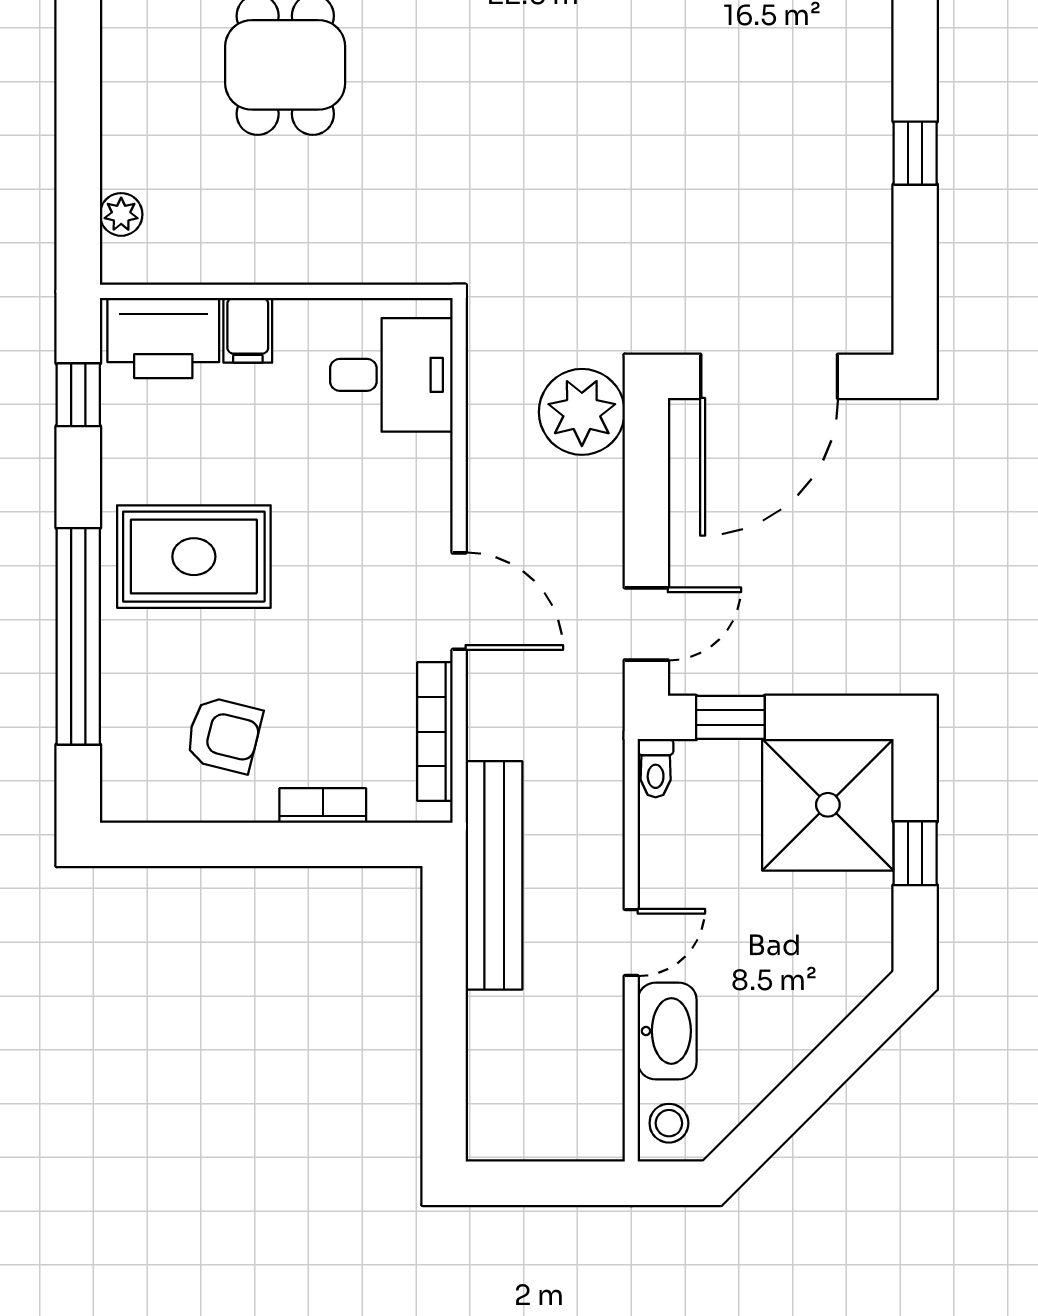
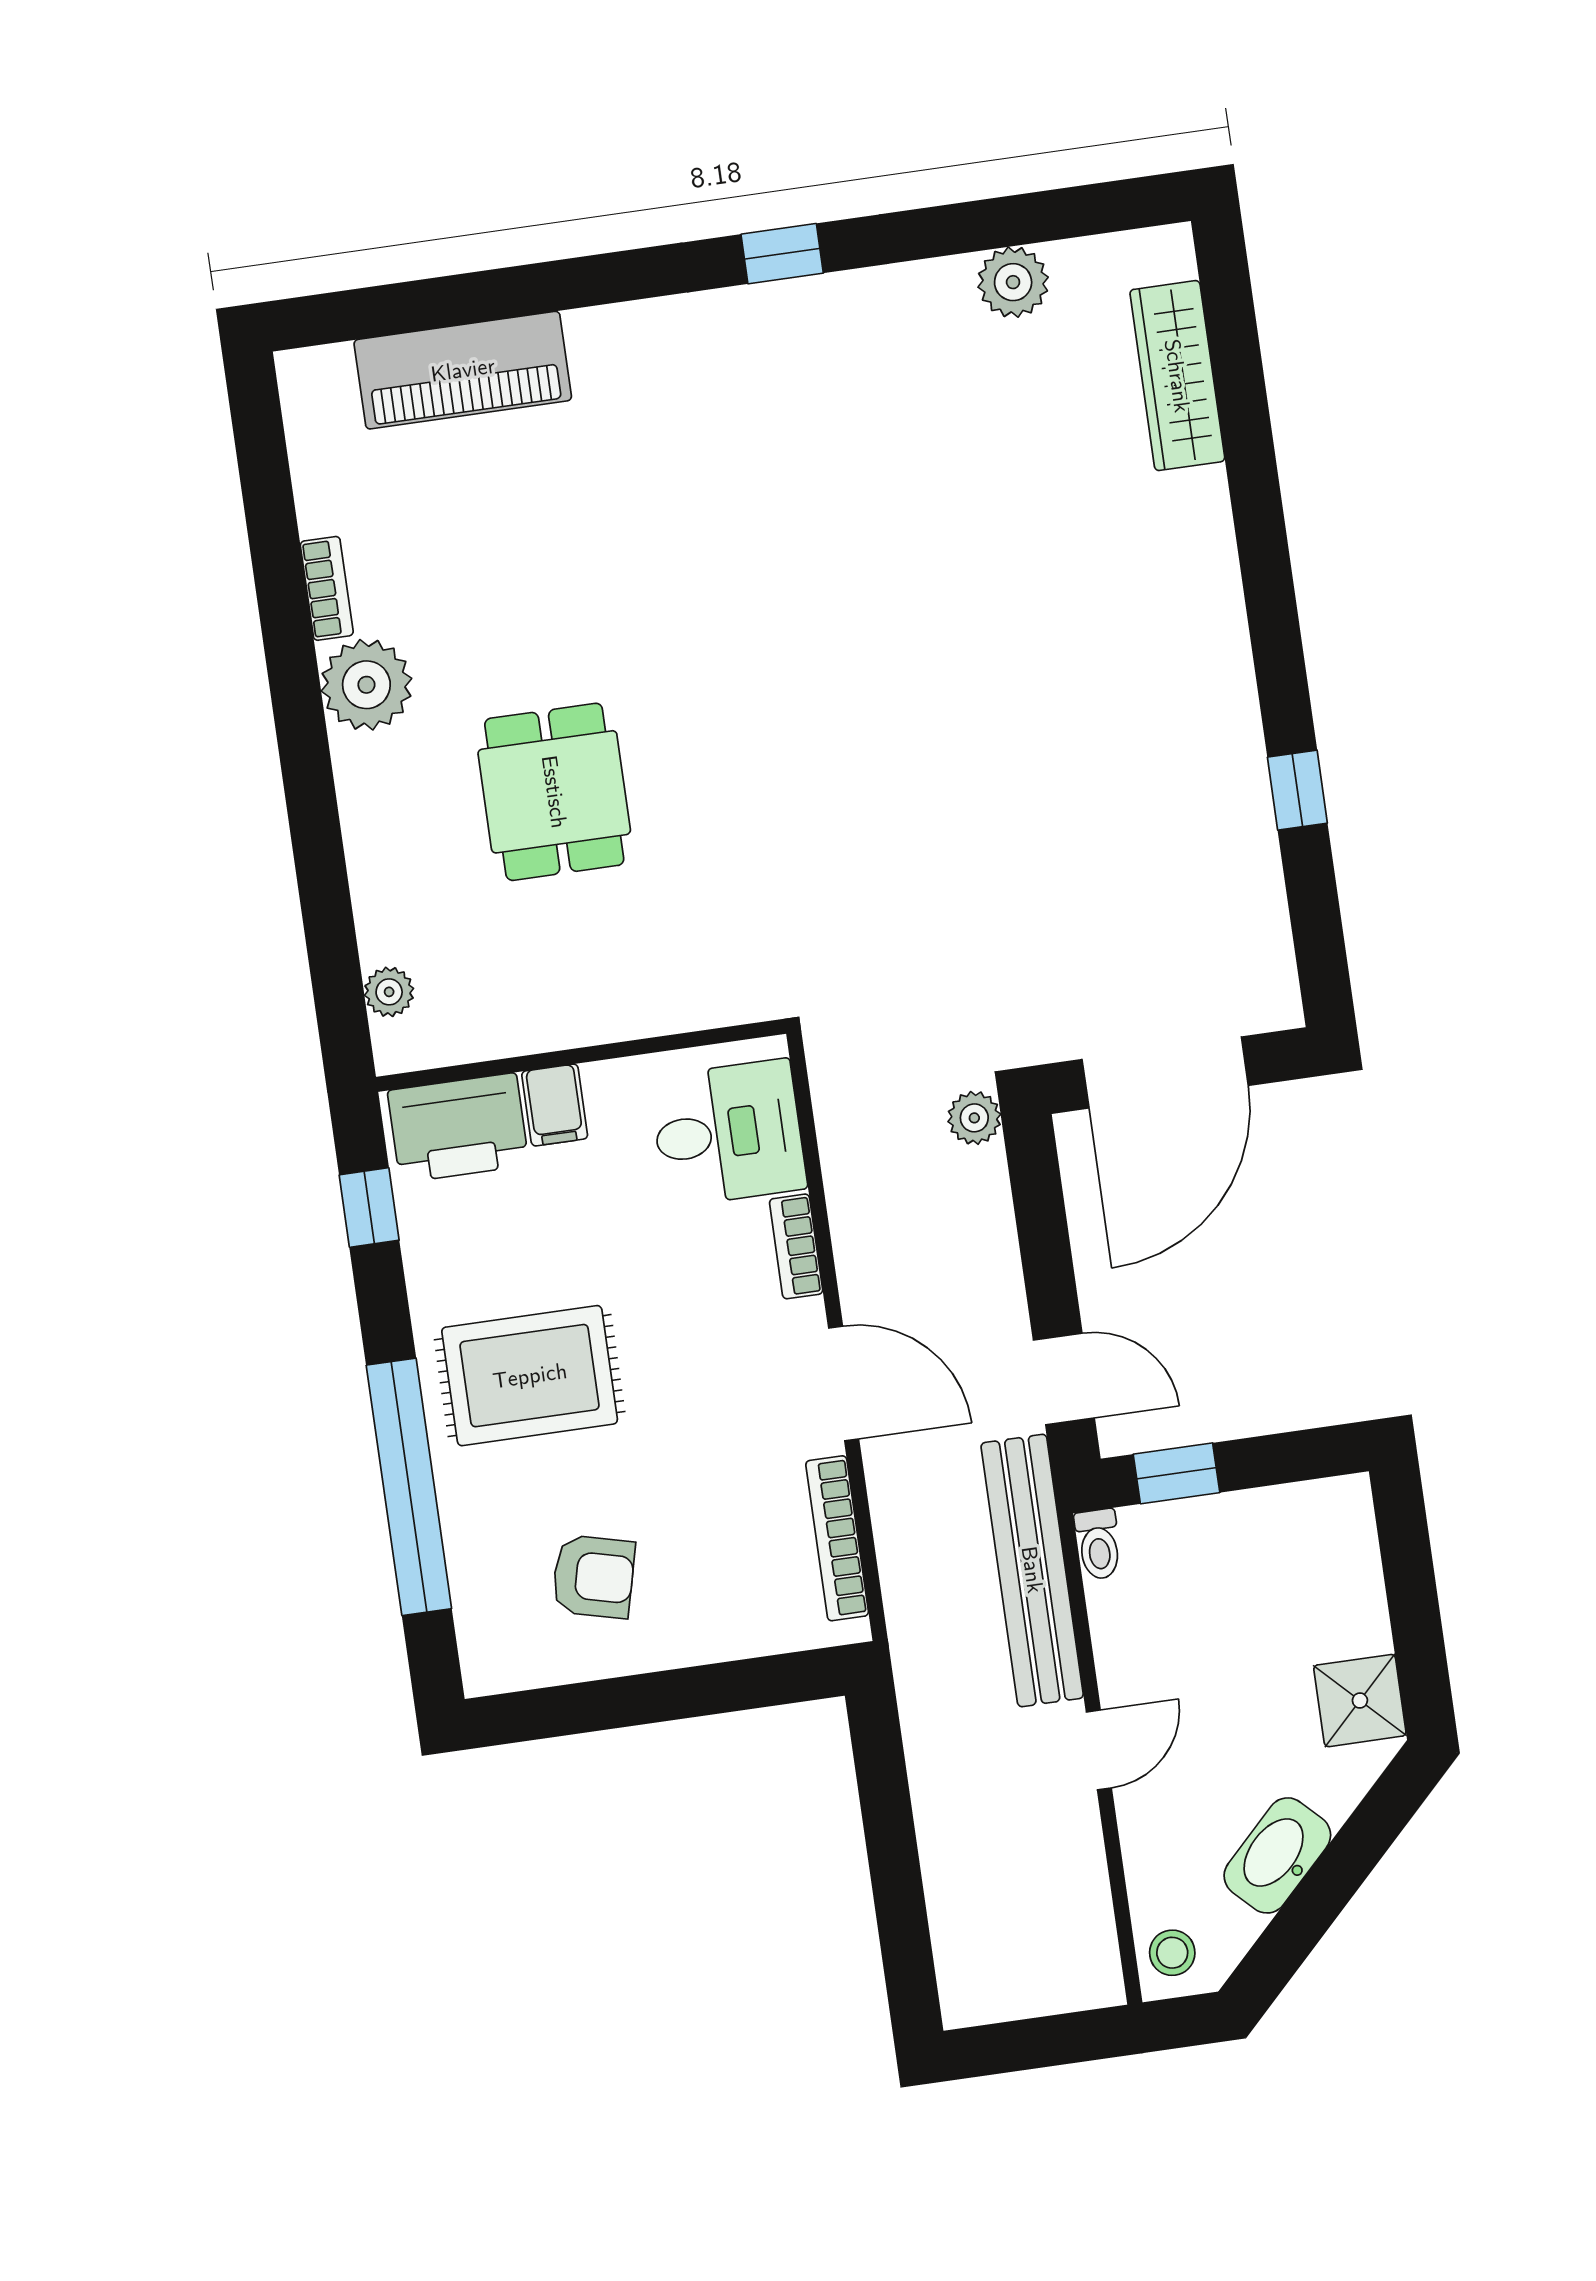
plant: (582, 412) -> (974, 1118), width x0.53, depth x0.53
door: (646, 624) -> (1064, 1379), hinge flipped
shower: (828, 805) -> (1360, 1701), moved, width x0.54, depth x0.54
bookcase: (323, 806) -> (796, 1246), moved, turned -90
window: (915, 853) -> (1413, 1600), removed
bench: (494, 875) -> (1032, 1570), moved
washbasin: (667, 1031) -> (1277, 1855), moved, turned -135

